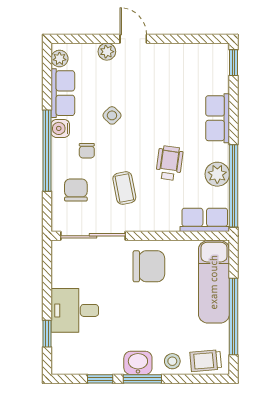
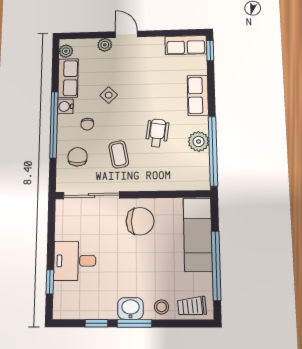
row of seats: (205, 220) -> (186, 45), moved, turned 180

